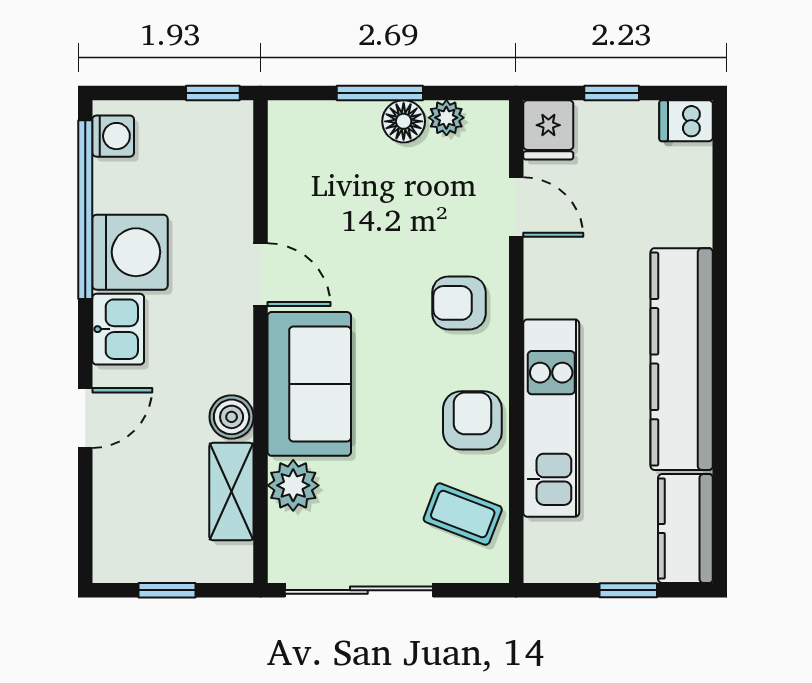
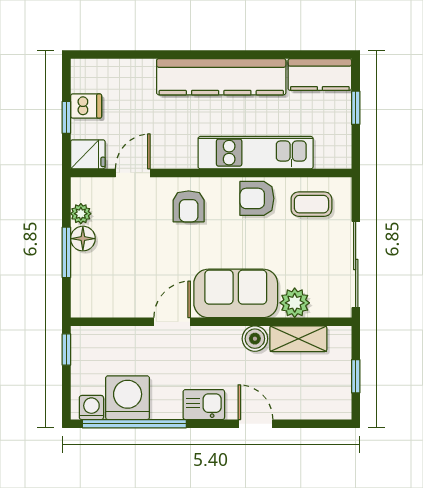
dishwasher: (686, 121) -> (86, 106), moved, turned -90
washing machine: (130, 252) -> (128, 398), moved
coffee table: (463, 514) -> (311, 204), turned 69

